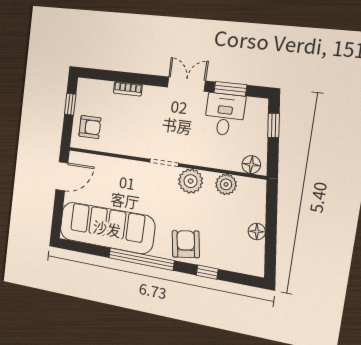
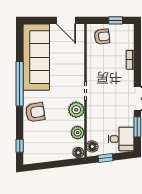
desk: (225, 115) -> (121, 139), moved
window: (274, 125) -> (106, 158), moved
armchair: (90, 127) -> (102, 37), turned -97
floor lamp: (257, 231) -> (78, 153), moved
window: (207, 272) -> (20, 146), moved

